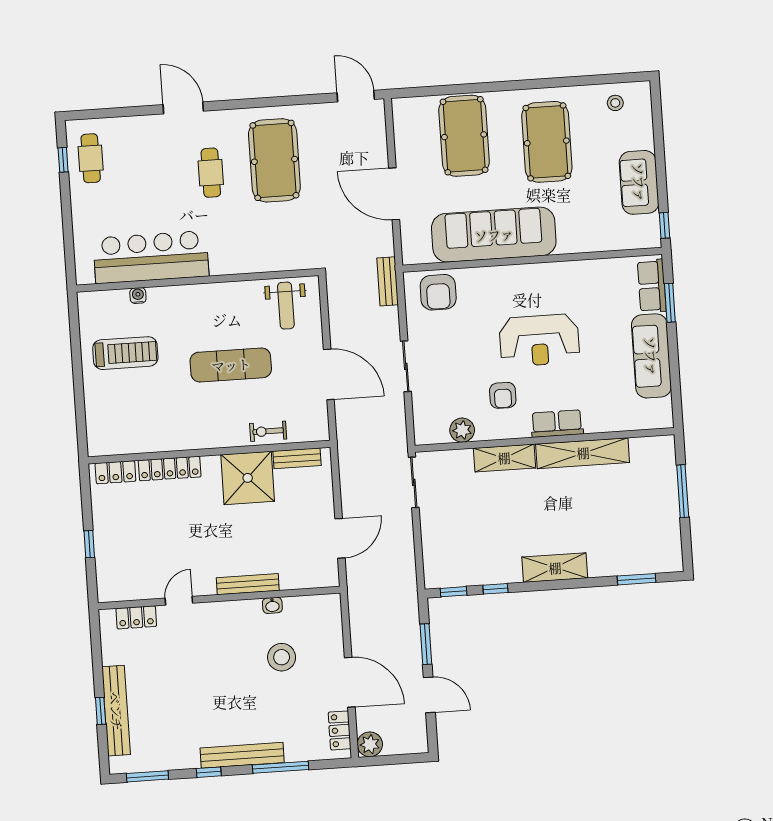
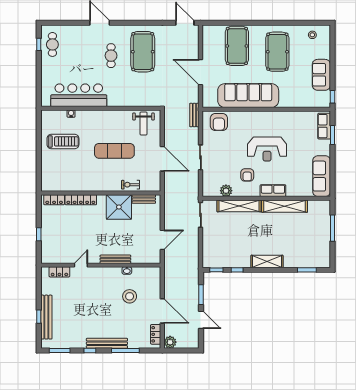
sofa: (651, 356) -> (322, 176), moved
shelving: (504, 458) -> (239, 206), width x1.47

